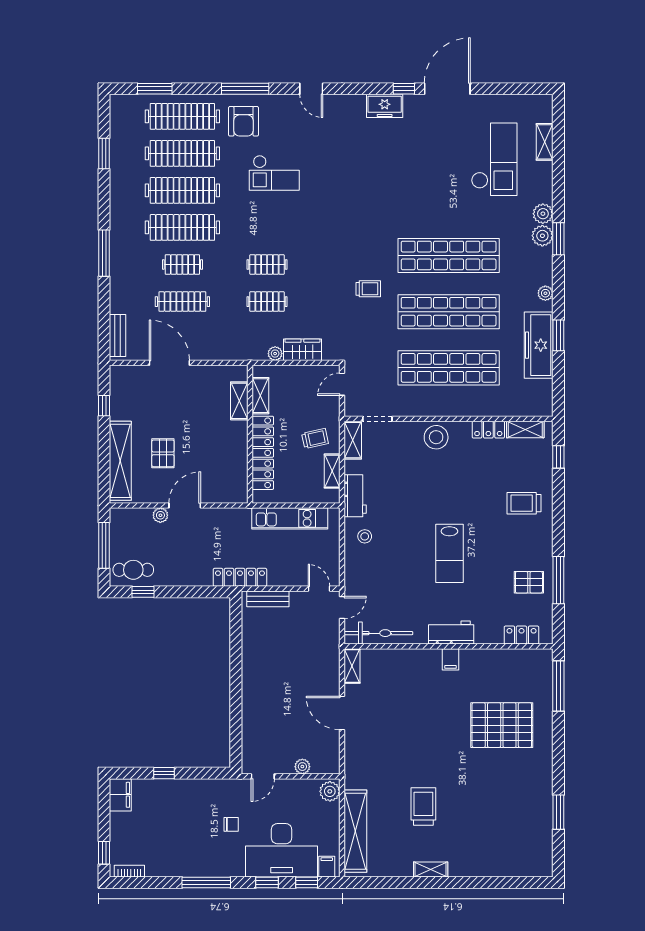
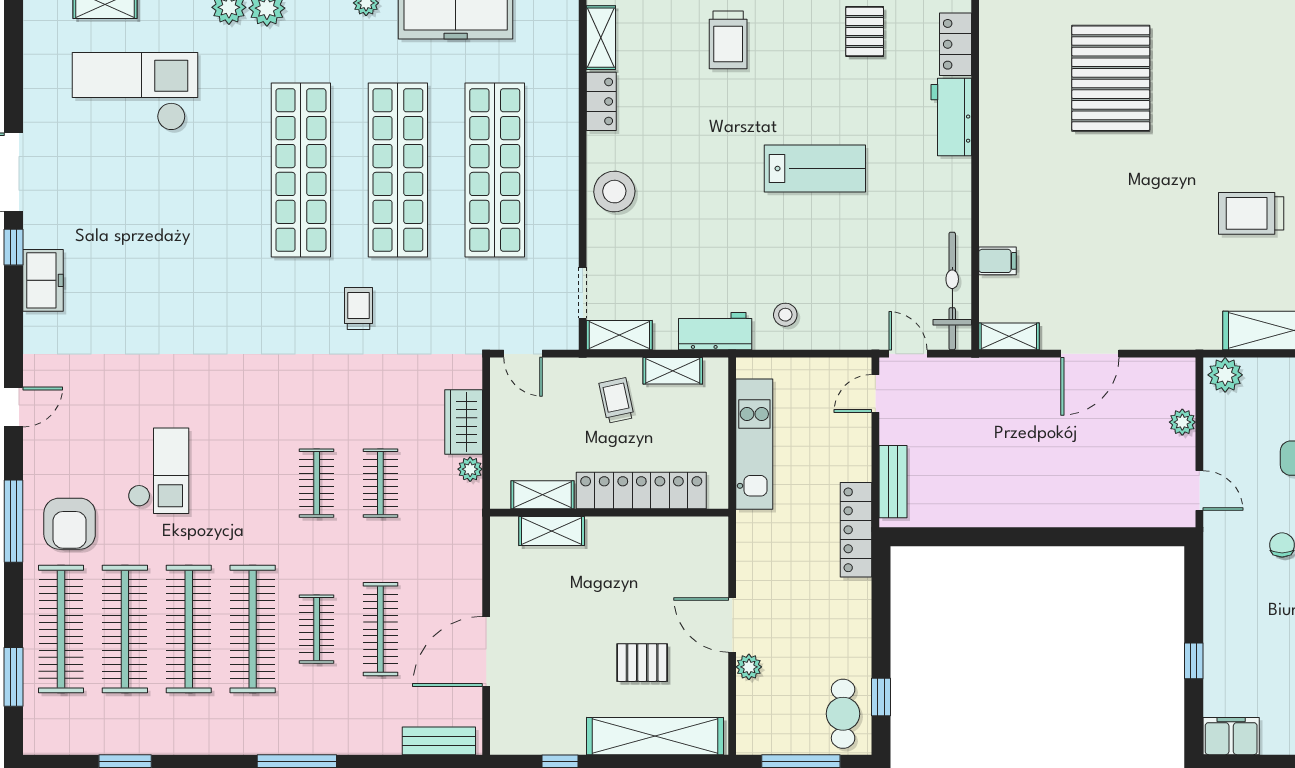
armchair: (243, 121) -> (70, 524), turned 90
workbench: (451, 633) -> (951, 117), moved
filing cabinet: (450, 659) -> (998, 261), moved

